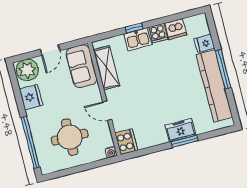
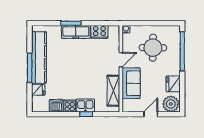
sofa: (81, 66) -> (131, 83), moved
door: (107, 111) -> (121, 60), hinge flipped
freezer: (180, 130) -> (76, 32), width x1.40
cooker: (126, 142) -> (99, 32), moved, turned -90

